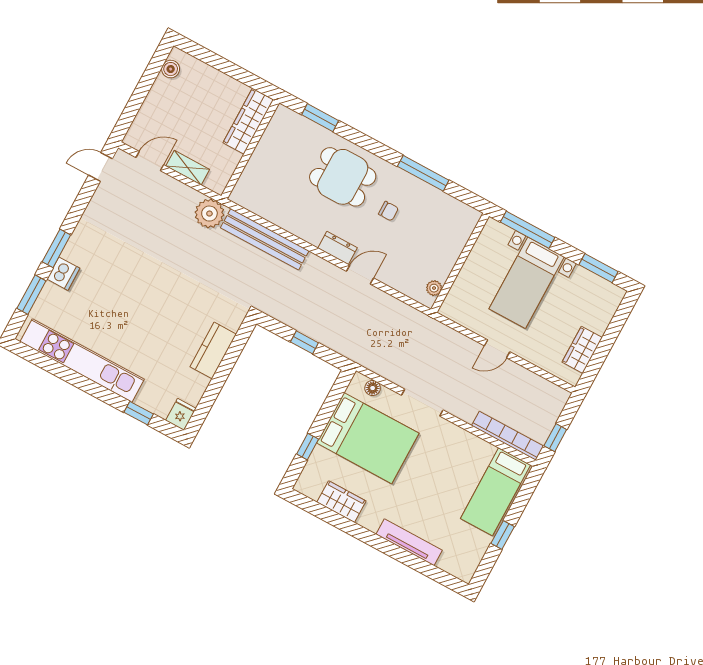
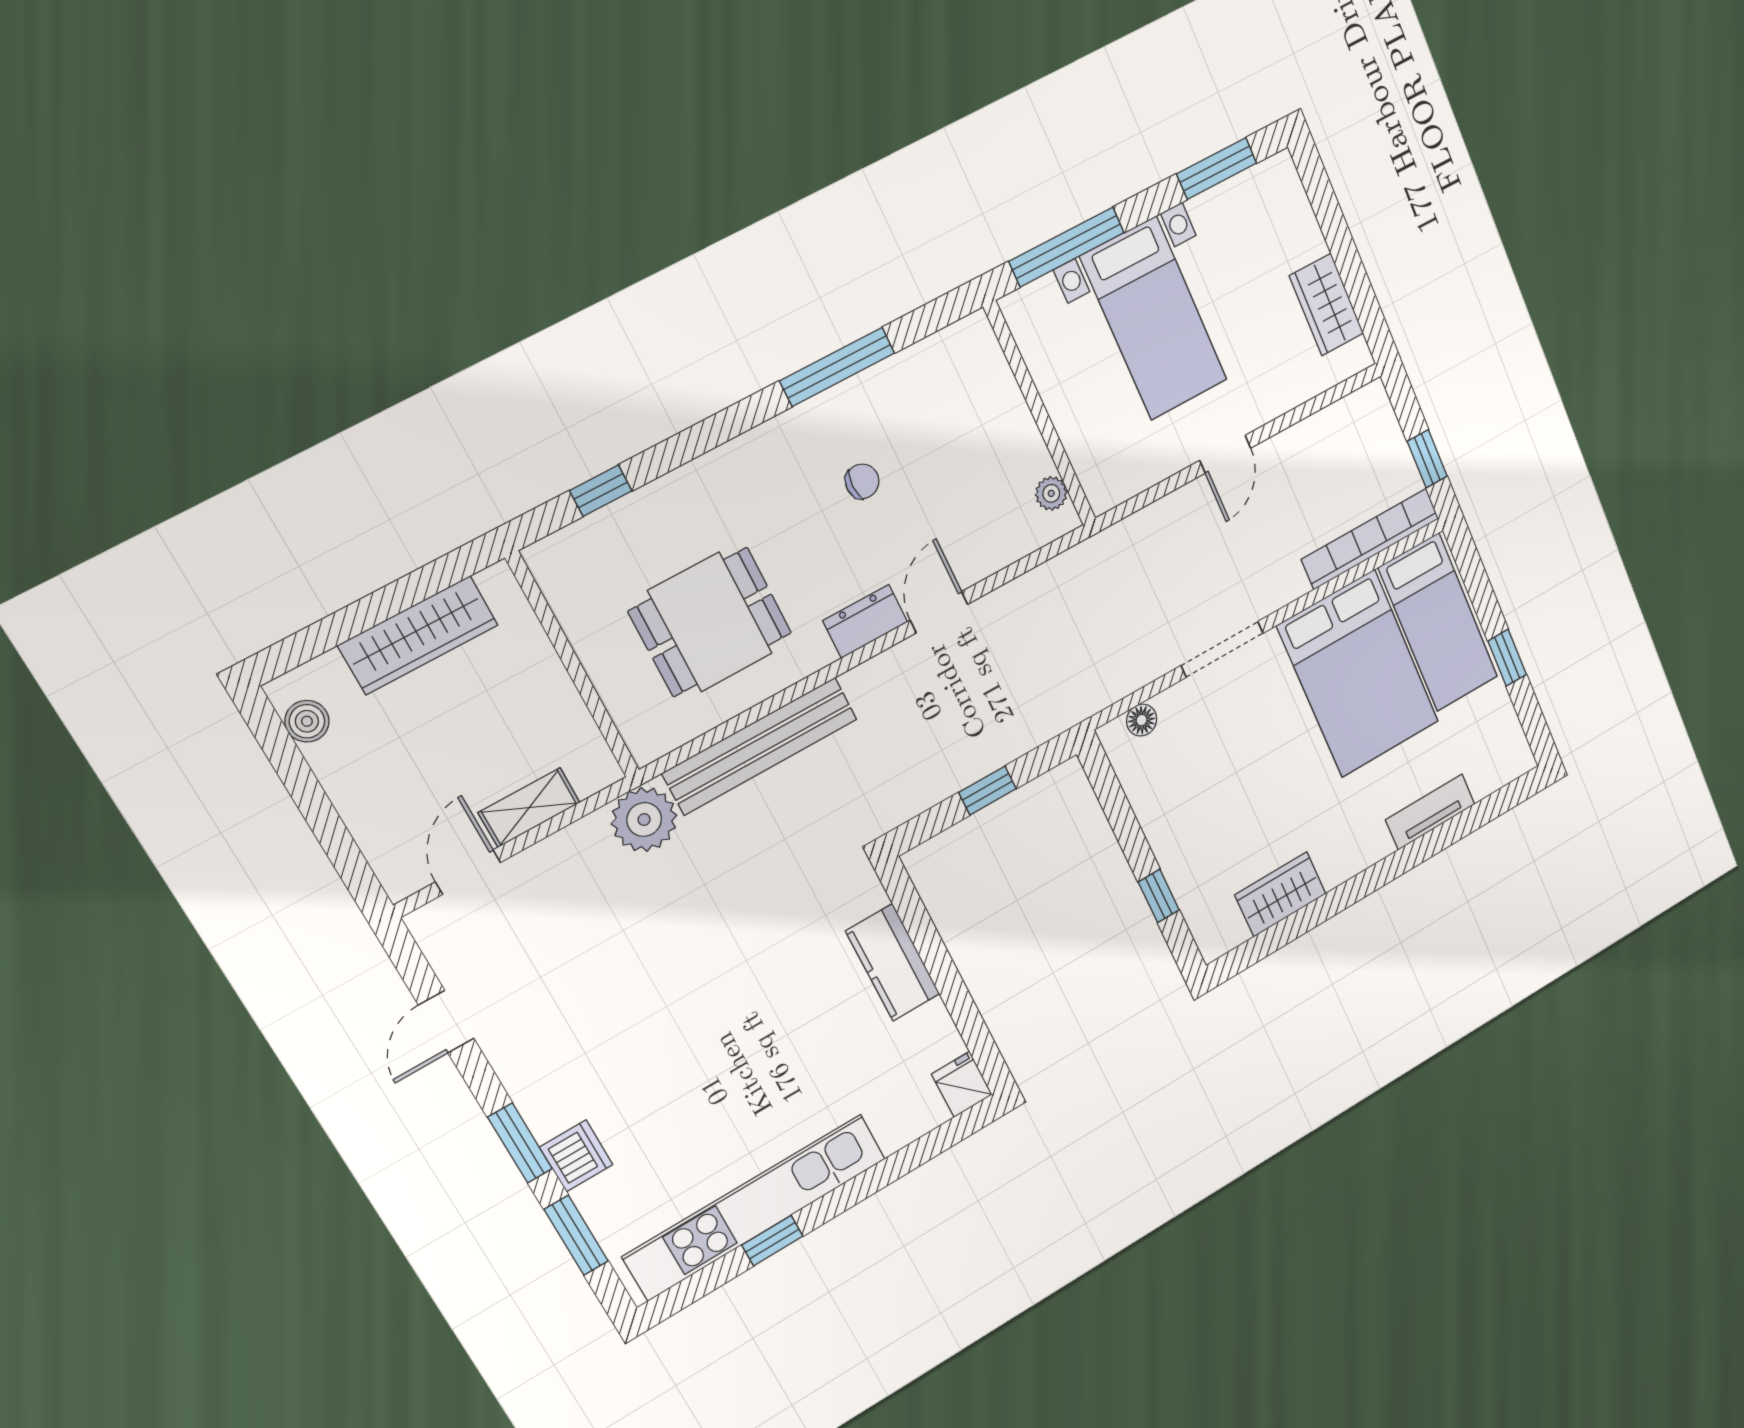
window: (320, 118) -> (601, 491), width x0.67
wardrobe: (248, 121) -> (418, 635), moved, turned -90
door: (101, 167) -> (446, 1022), moved
dining table: (343, 177) -> (710, 622), moved
window: (139, 413) -> (772, 1241), moved
bed: (368, 438) -> (1358, 674), moved, turned 90
tv unit: (409, 542) -> (1430, 812), width x0.71

